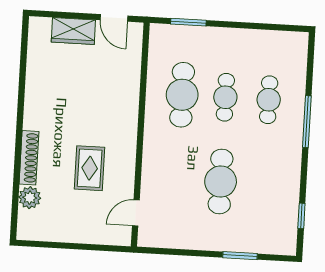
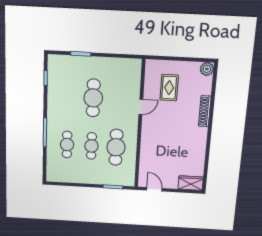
wardrobe: (73, 31) -> (191, 183), moved
rug: (90, 168) -> (169, 88), moved
plant: (30, 198) -> (207, 69), moved
door: (136, 213) -> (141, 107), moved

